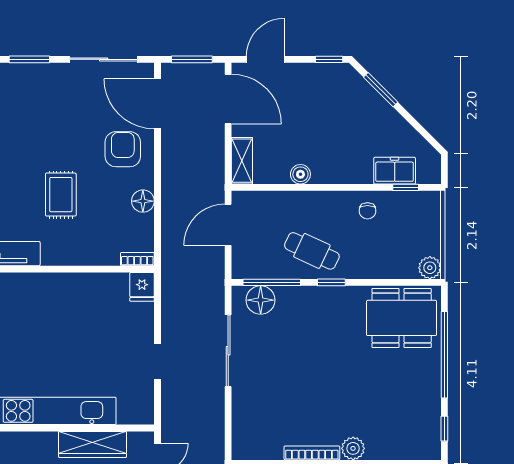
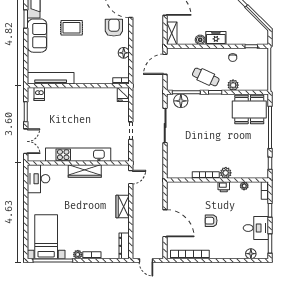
freezer: (395, 171) -> (216, 38), moved
rug: (61, 195) -> (72, 28), moved, turned 90
plant: (430, 268) -> (233, 85), moved
wardrobe: (92, 444) -> (85, 171), moved

